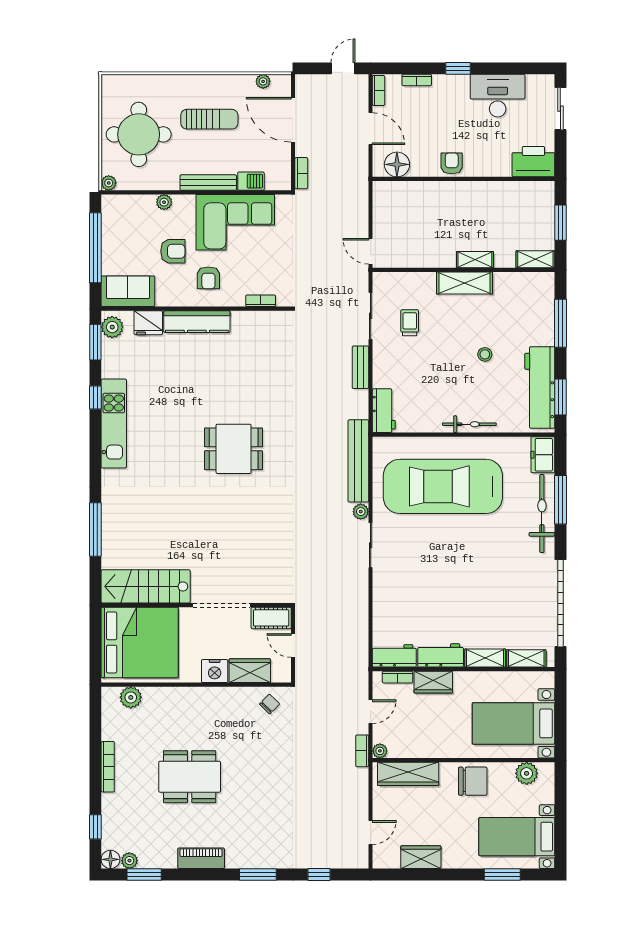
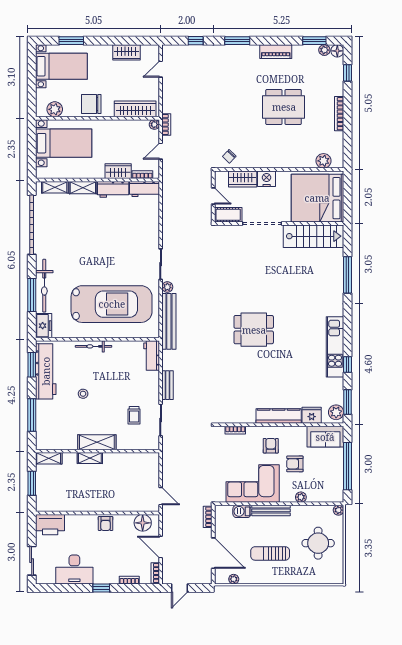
round table: (139, 134) -> (318, 543), width x0.73, depth x0.73
door: (371, 251) -> (161, 496), moved

